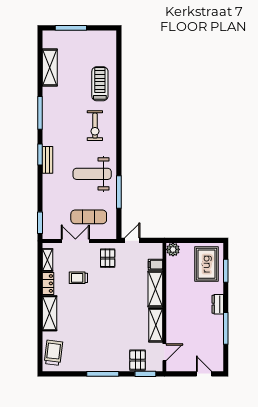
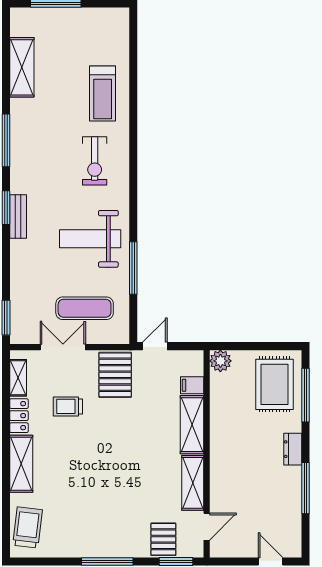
treadmill: (100, 84) -> (103, 94), turned 180
pallet: (108, 258) -> (115, 375), width x1.50, depth x1.42
window: (226, 271) -> (306, 395), width x1.44

